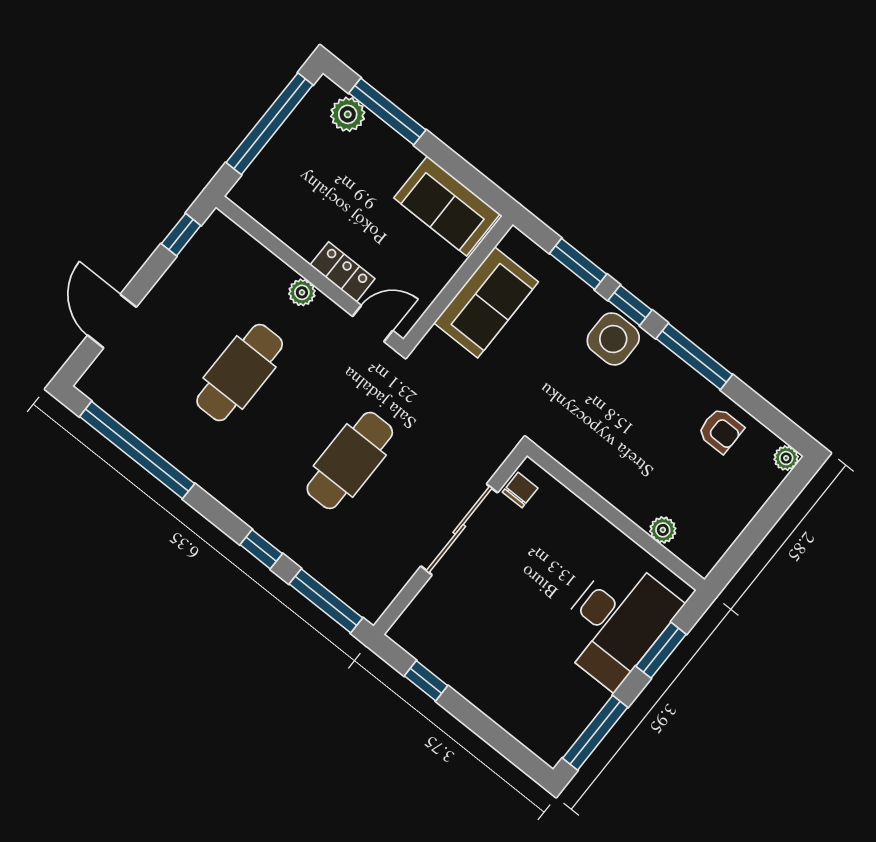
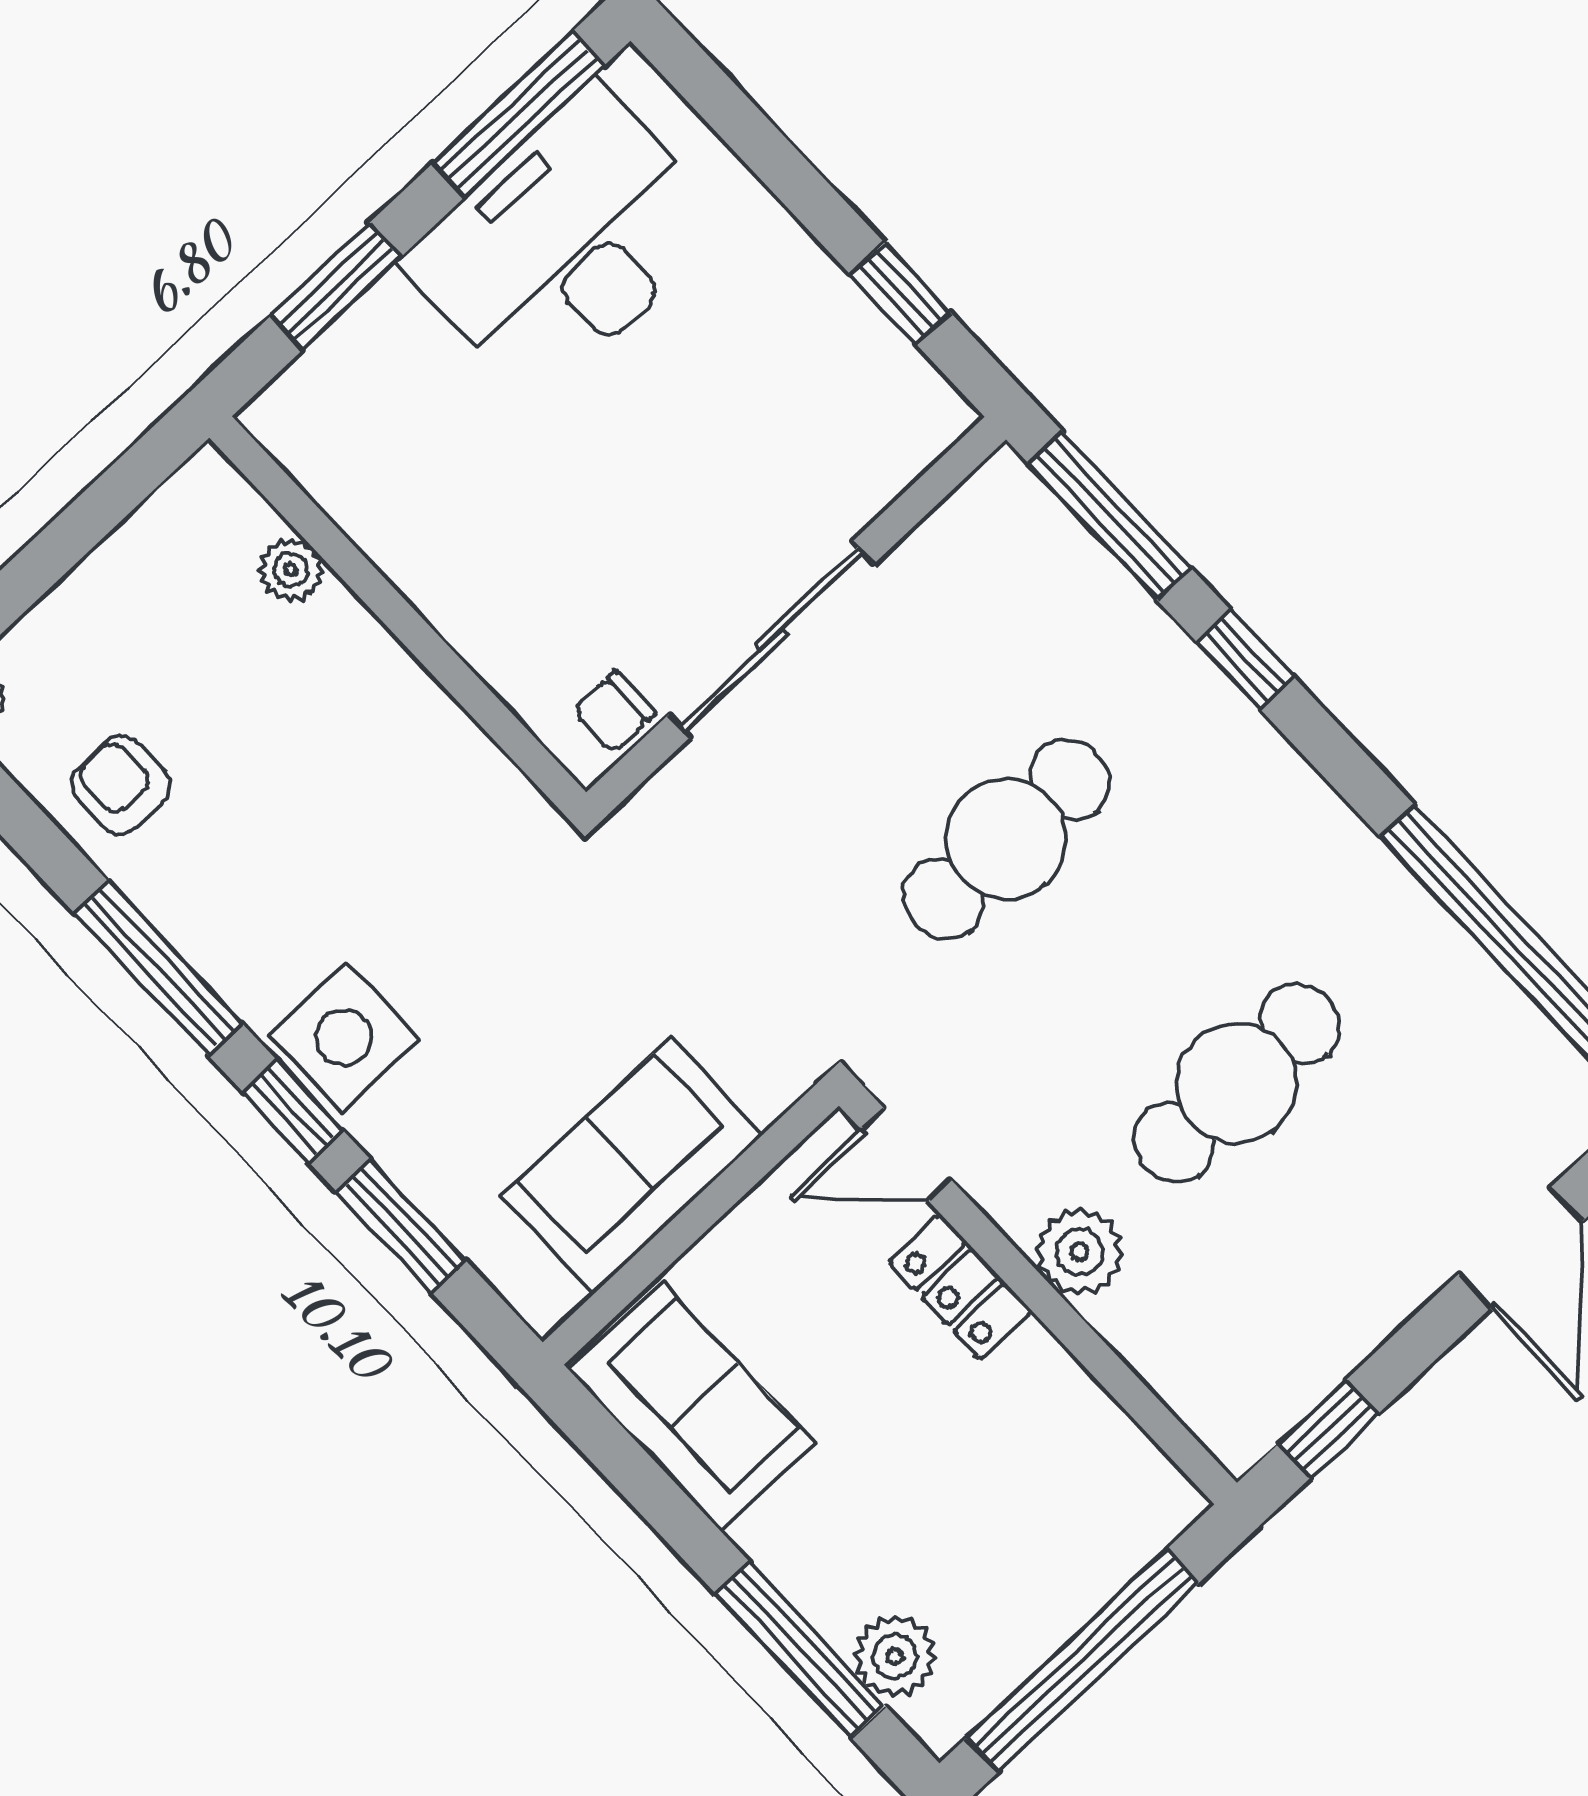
plant: (302, 292) -> (1080, 1252), width x1.38, depth x1.38
desk: (616, 622) -> (566, 243), moved

